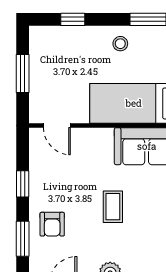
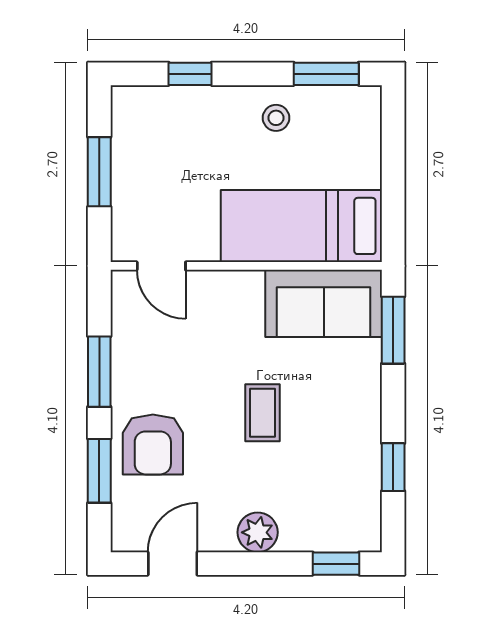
window: (23, 184) -> (99, 372), width x1.50
armchair: (52, 224) -> (153, 445), width x1.38, depth x1.38

